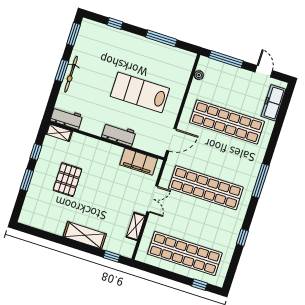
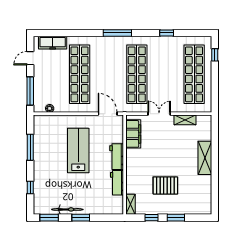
bicycle: (71, 74) -> (67, 209), moved
lab bench: (140, 92) -> (78, 151), turned 180
workbench: (66, 118) -> (117, 183), moved
window: (112, 256) -> (215, 131), removed

